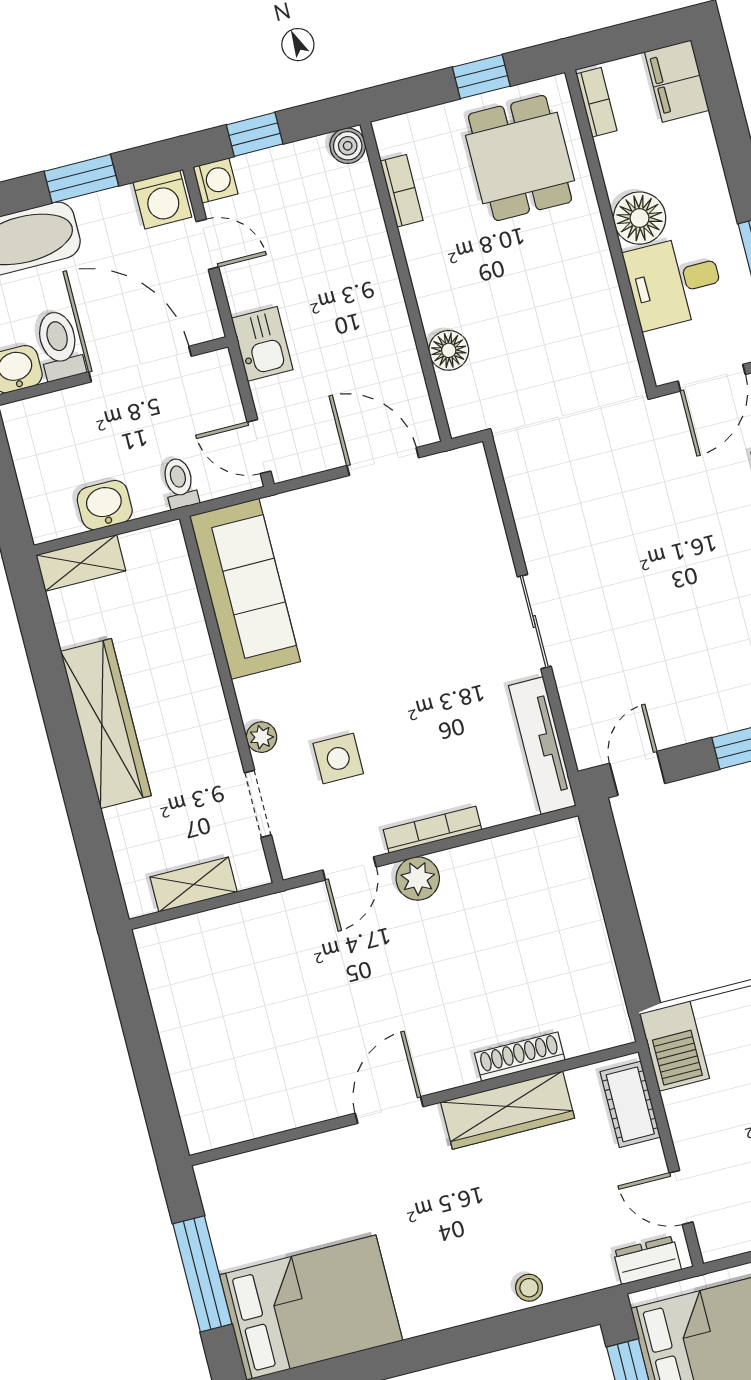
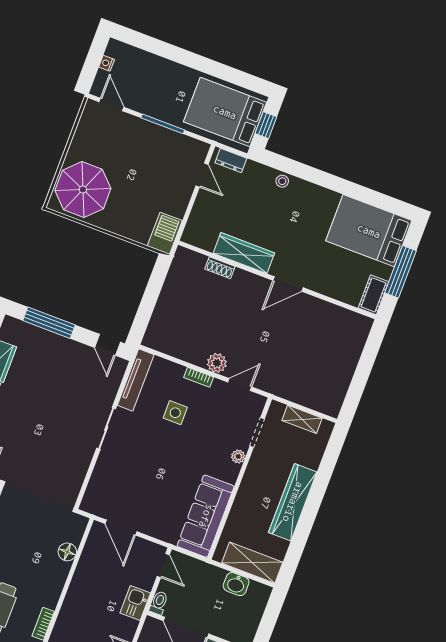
toilet: (180, 483) -> (159, 603), moved, turned 180
shelving: (81, 563) -> (252, 563), width x1.50, depth x1.33
side table: (338, 758) -> (175, 413), moved
door: (637, 773) -> (107, 345), hinge flipped
bookcase: (432, 830) -> (199, 377), width x0.64
shoe rack: (520, 1057) -> (220, 268), width x0.70
cot: (630, 1104) -> (373, 295), moved

